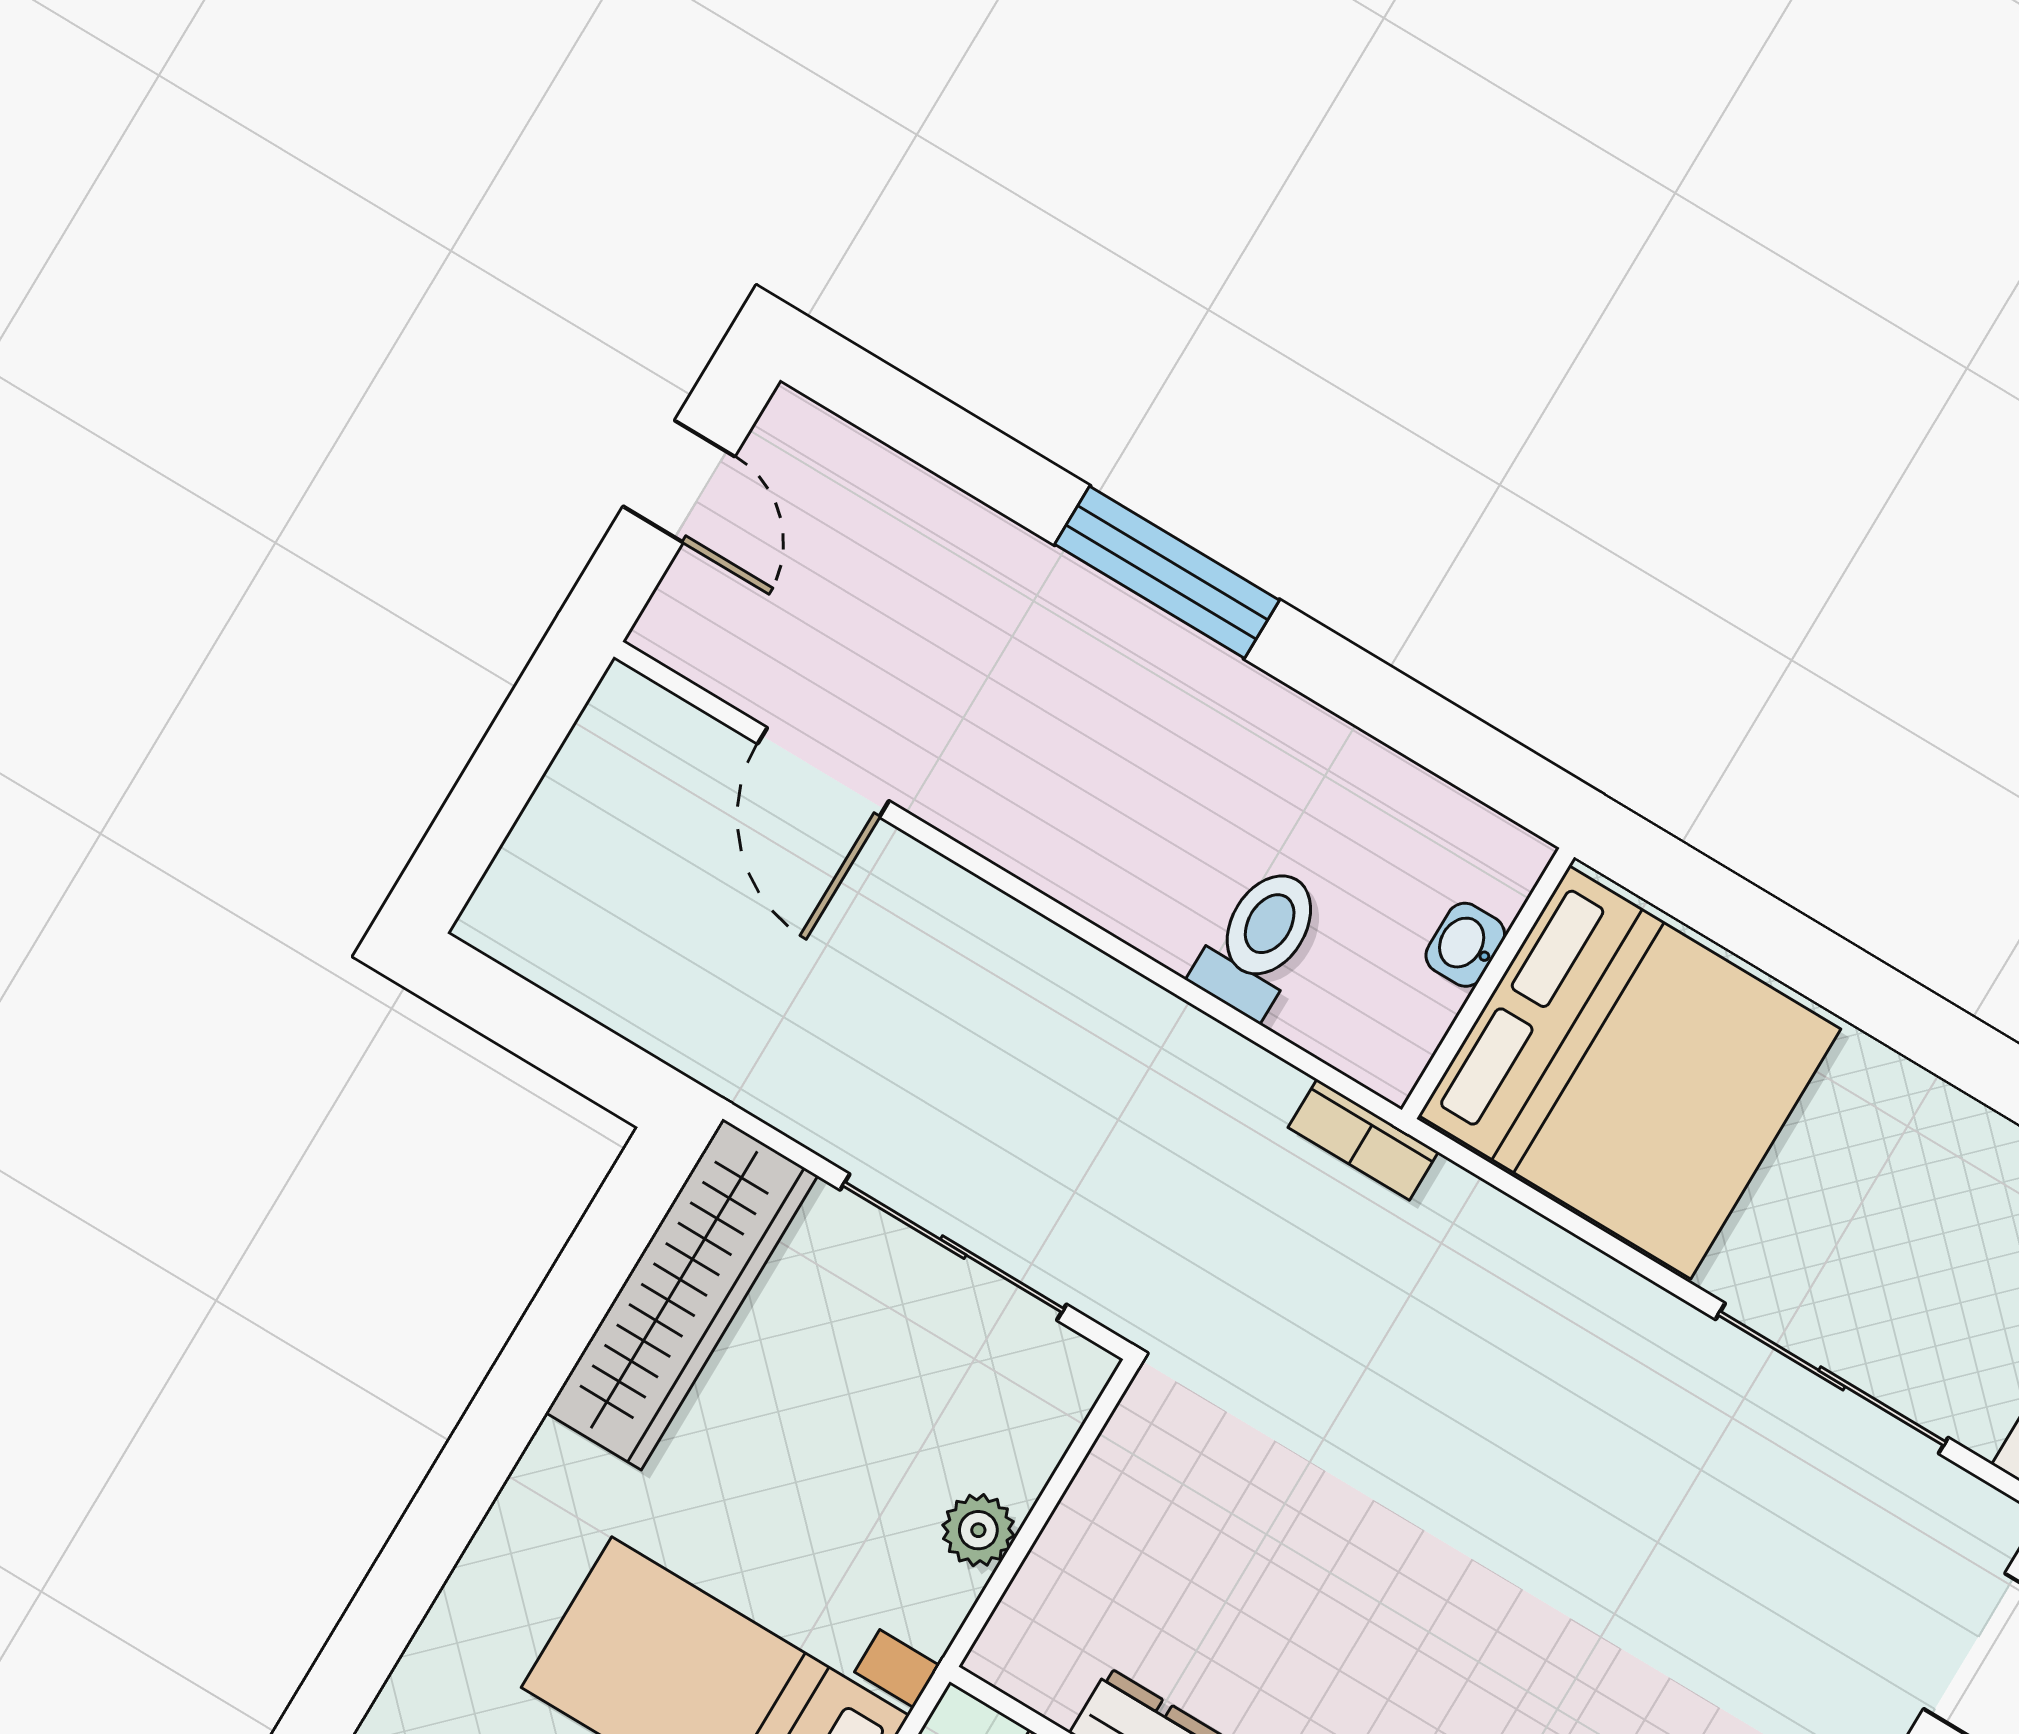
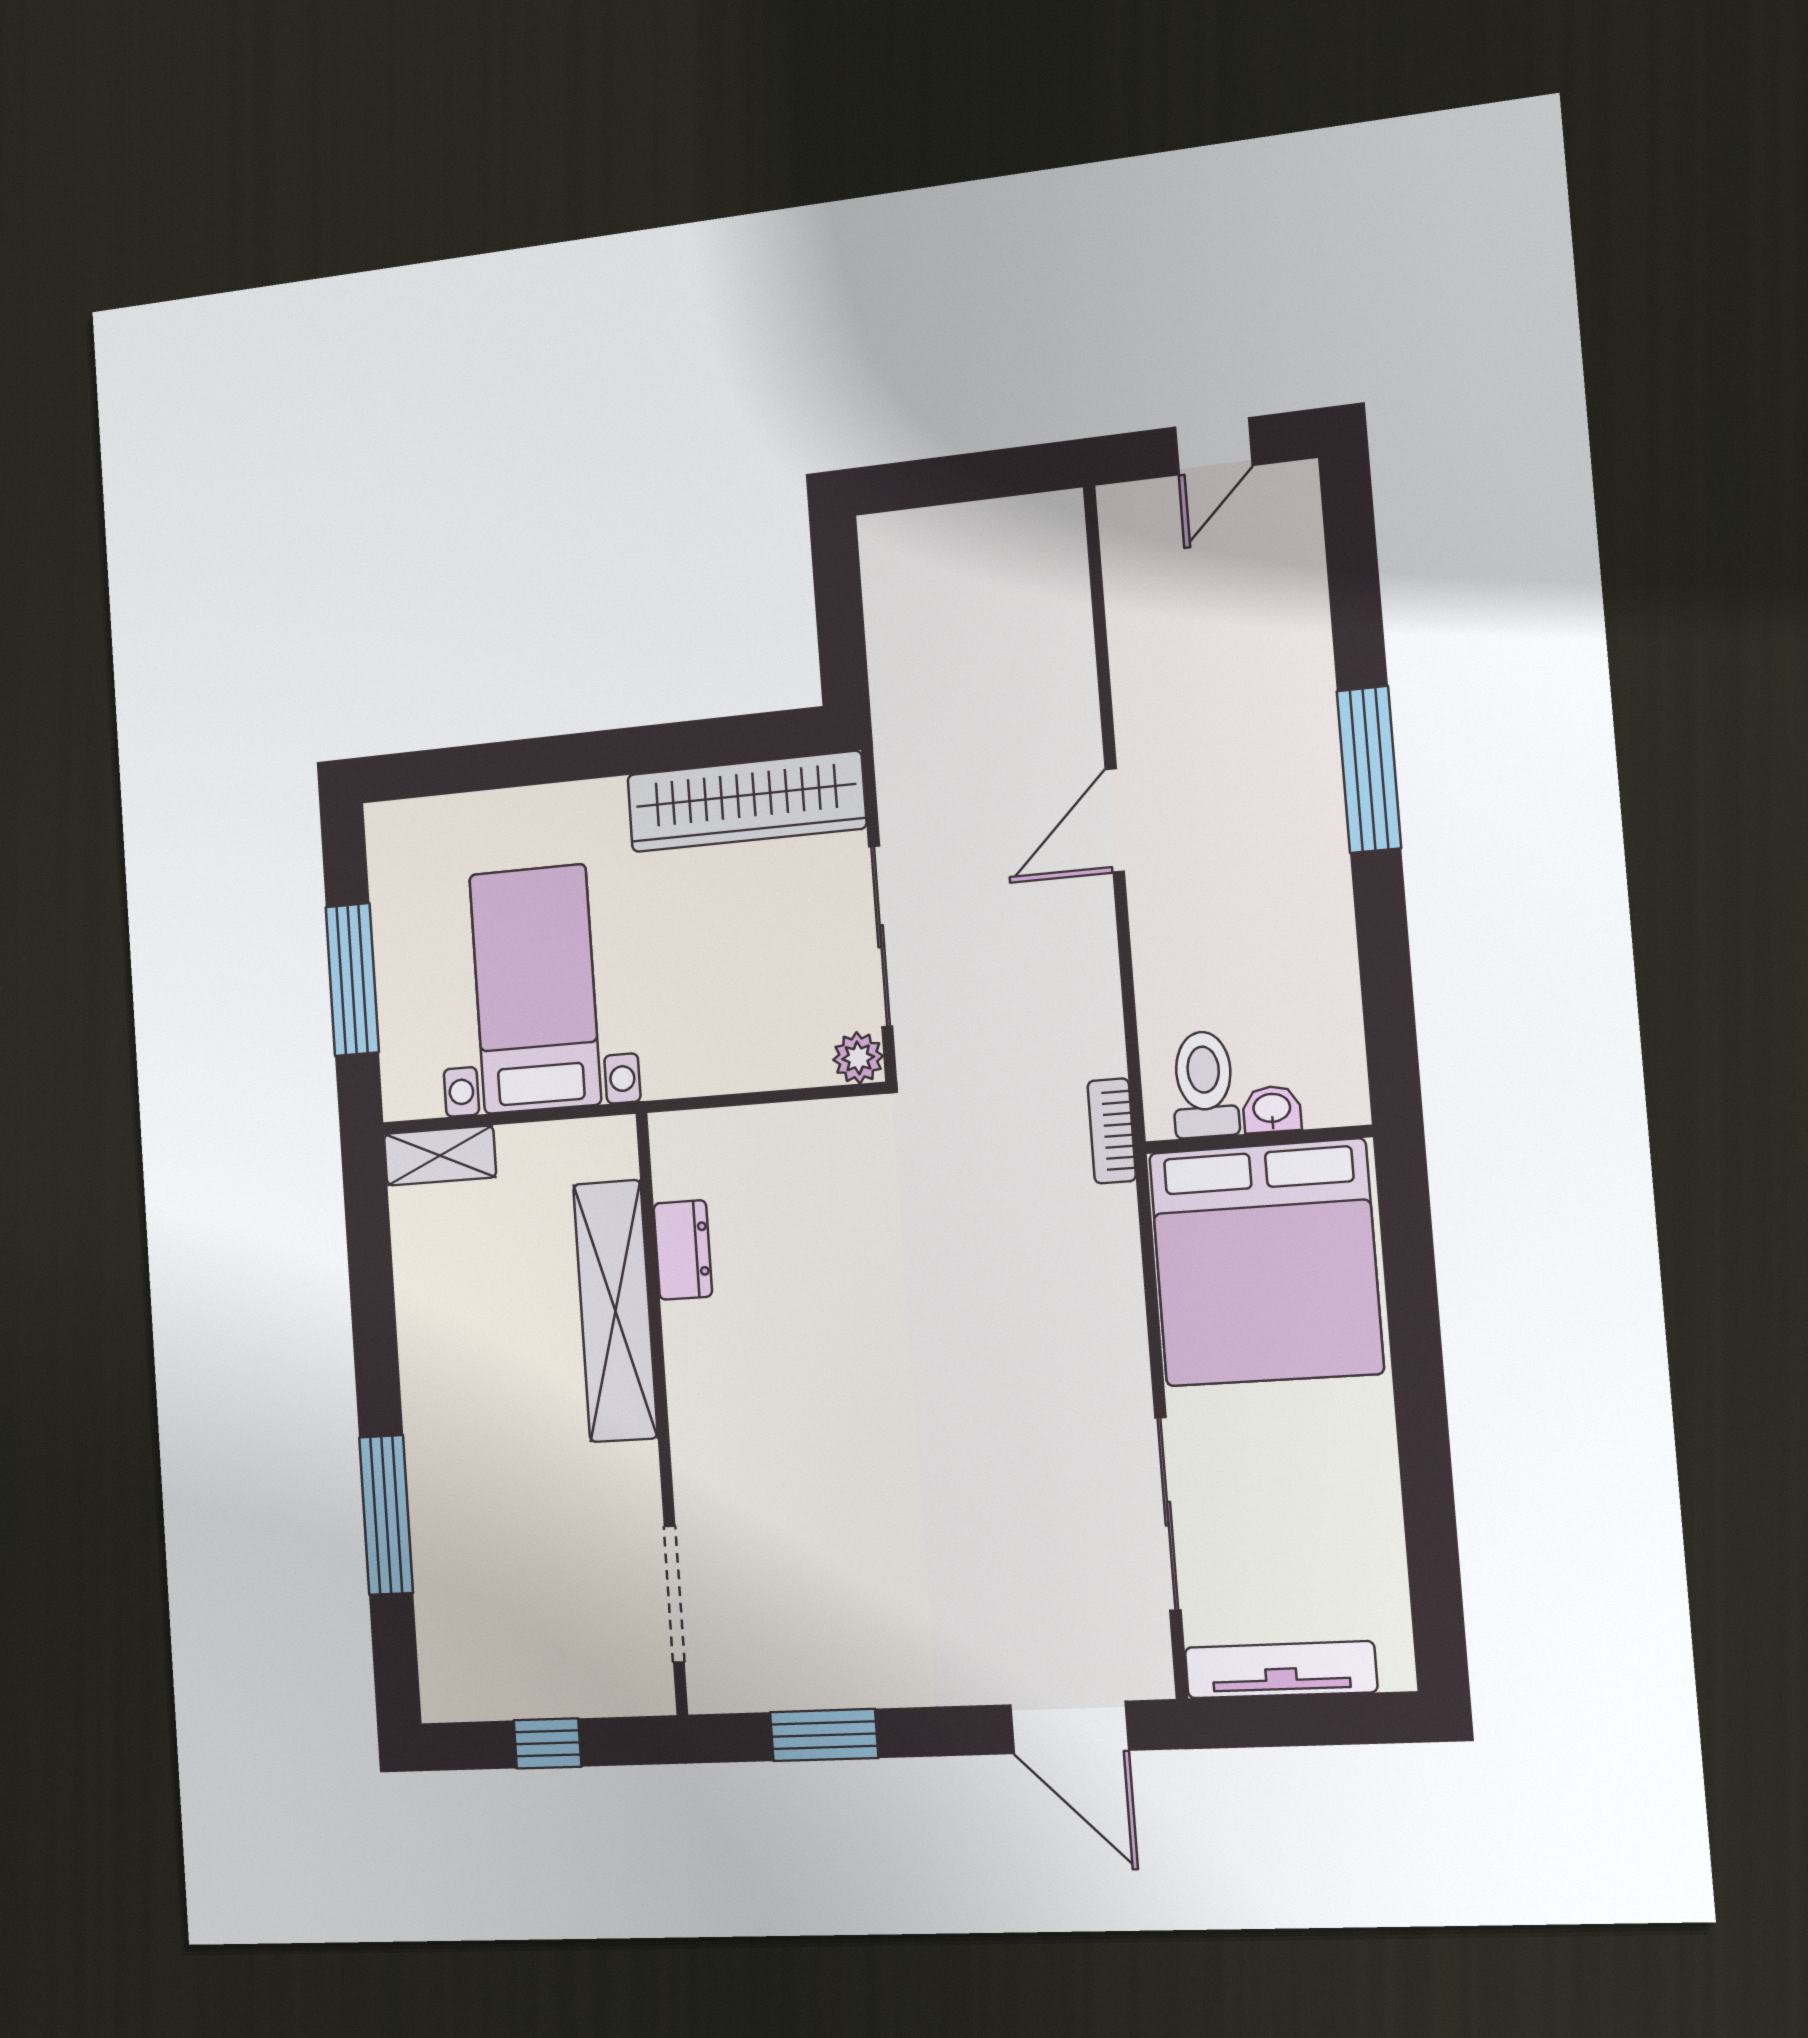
door: (823, 772) -> (1115, 820), moved
toilet: (1259, 941) -> (1204, 1084), moved, turned -90
plant: (978, 1530) -> (858, 1058), moved

